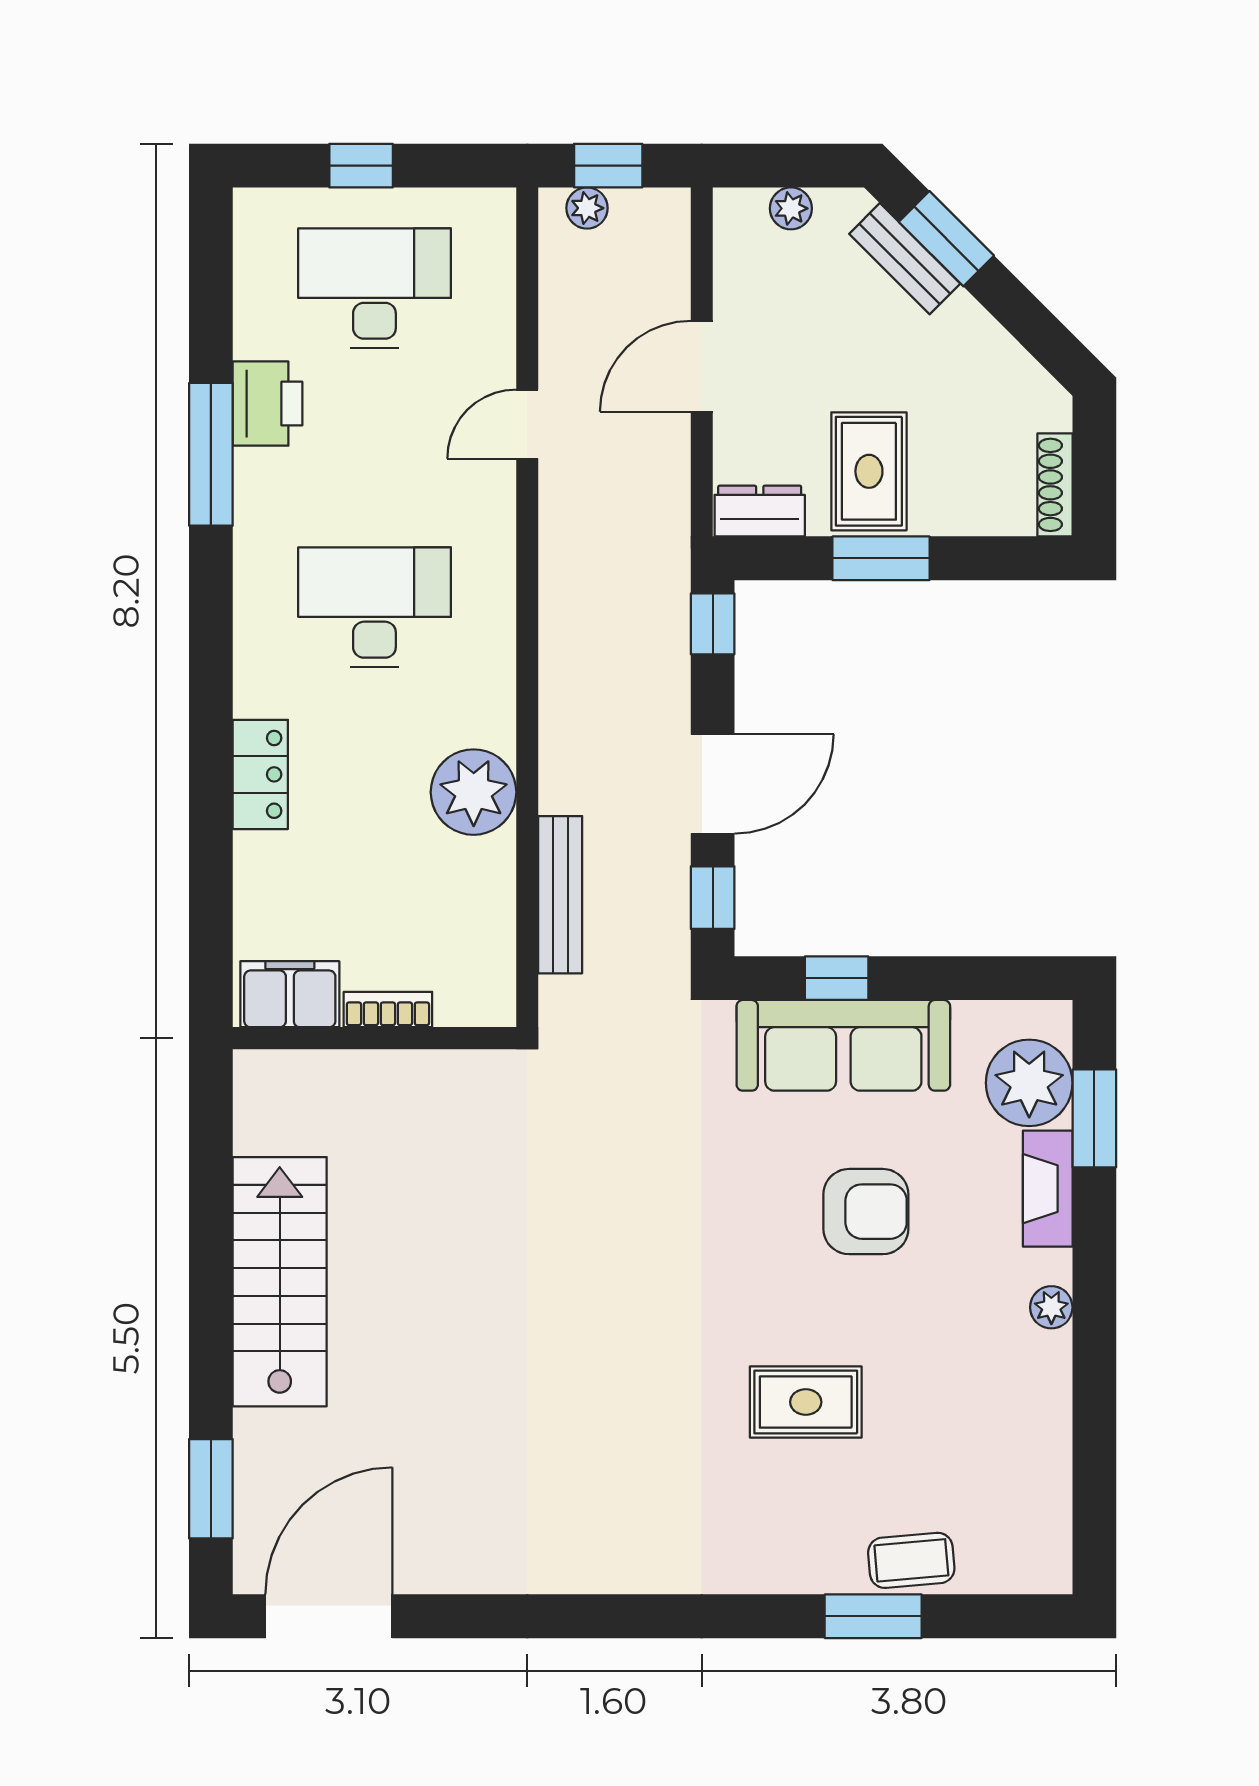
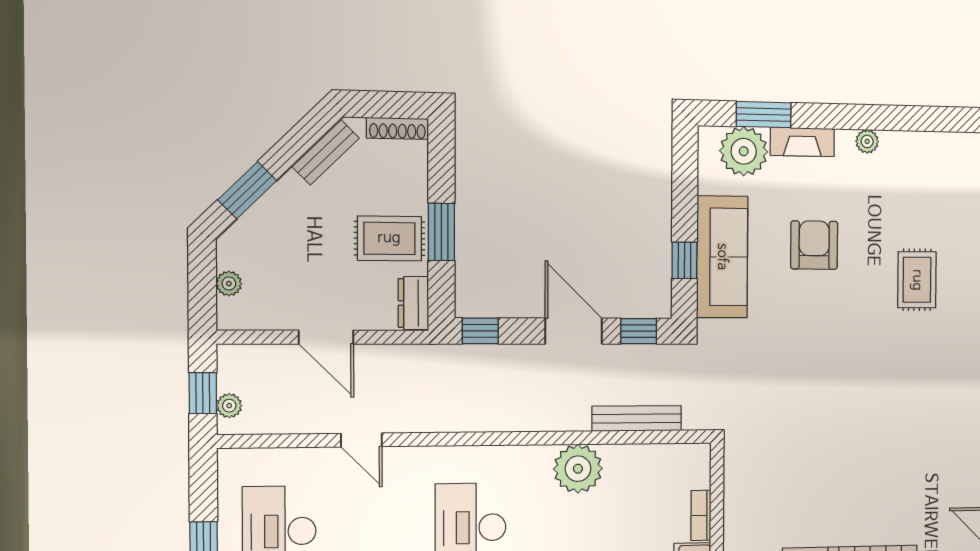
bench: (905, 259) -> (326, 152), moved

